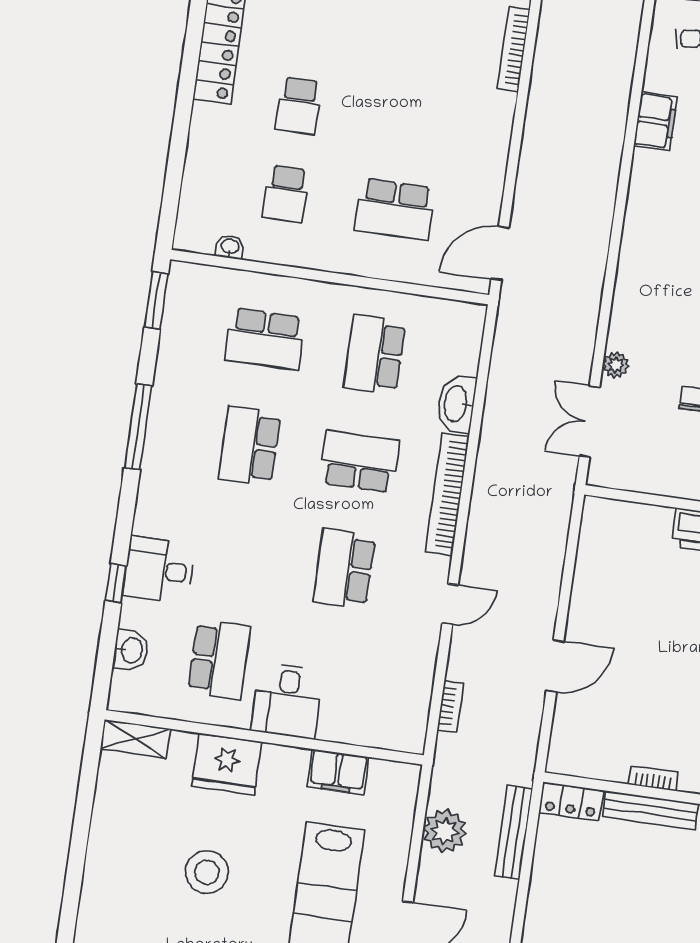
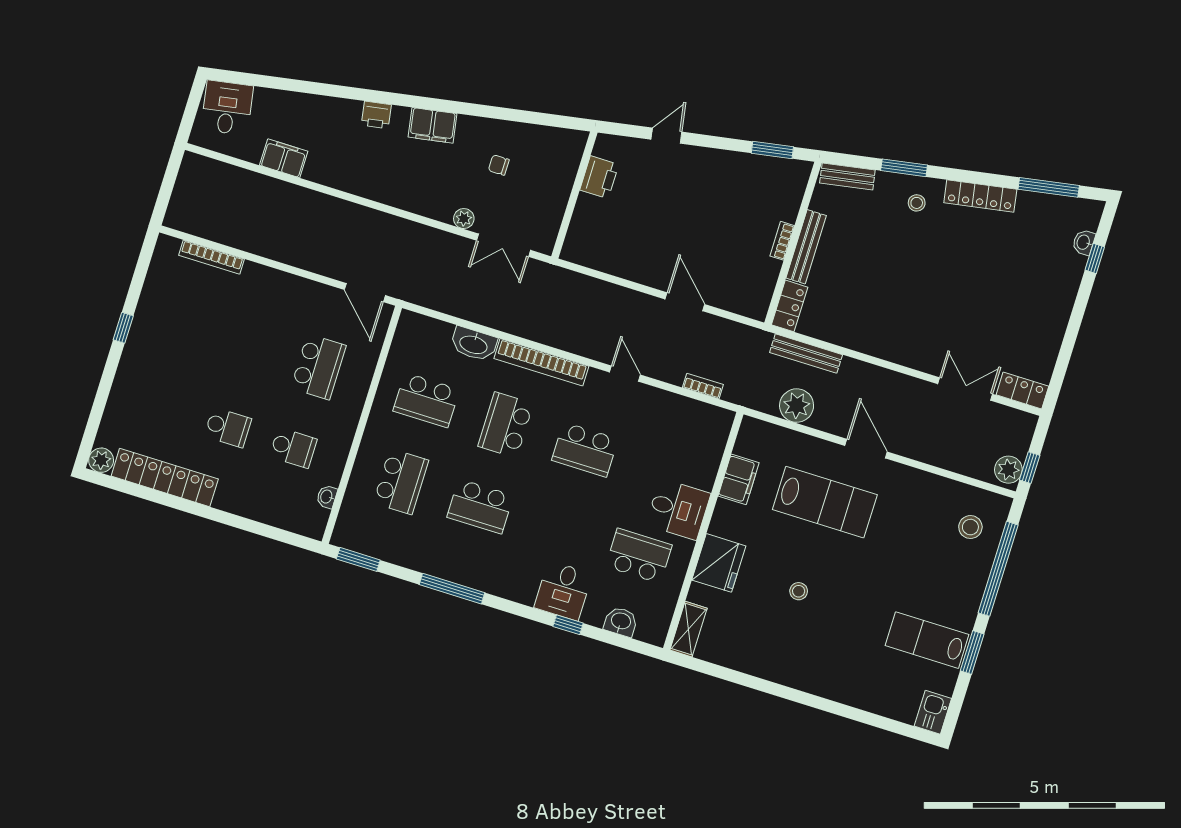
stool: (207, 872) -> (799, 591), width x0.53, depth x0.53

